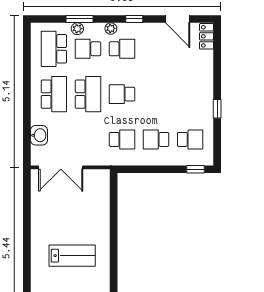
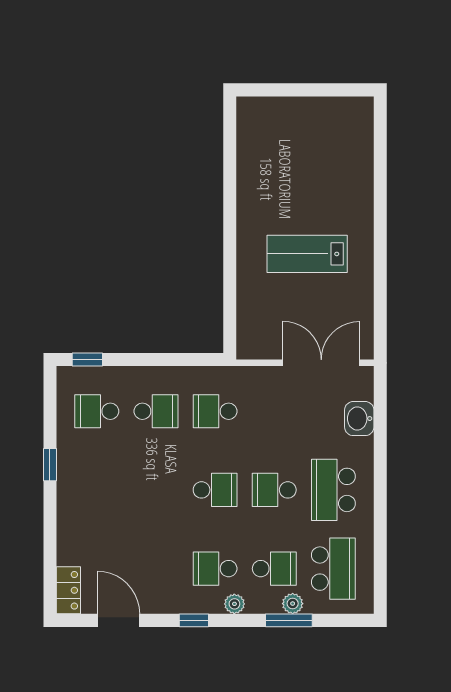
school desk: (88, 94) -> (274, 490), width x0.54
lab bench: (72, 256) -> (307, 254), moved

